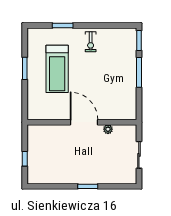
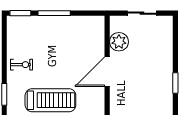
plant: (108, 129) -> (119, 42), width x1.87, depth x1.87
window: (88, 186) -> (175, 83), moved

